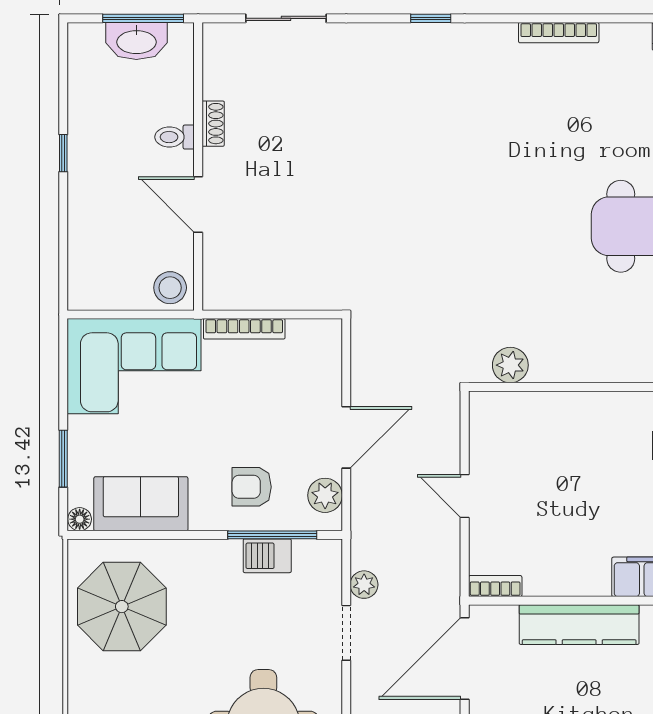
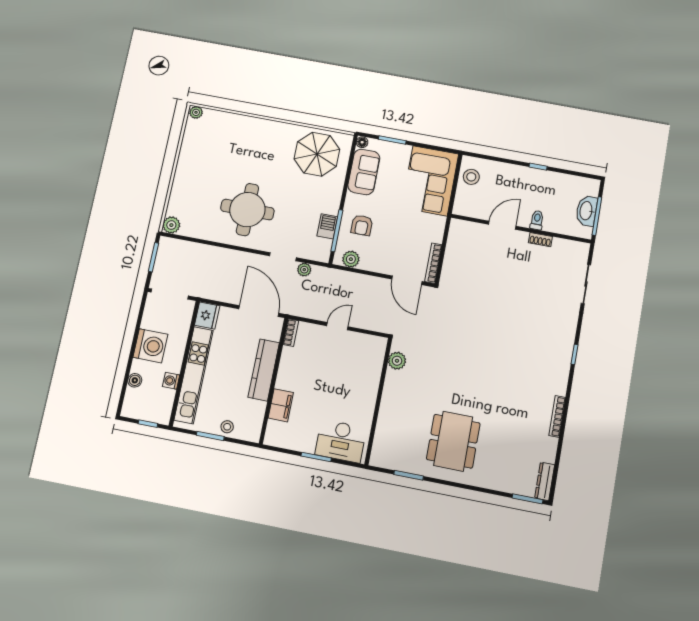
stool: (170, 288) -> (471, 177), moved
bookcase: (244, 329) -> (433, 263), moved
door: (346, 437) -> (407, 280), moved
armchair: (252, 487) -> (362, 225), turned 180

